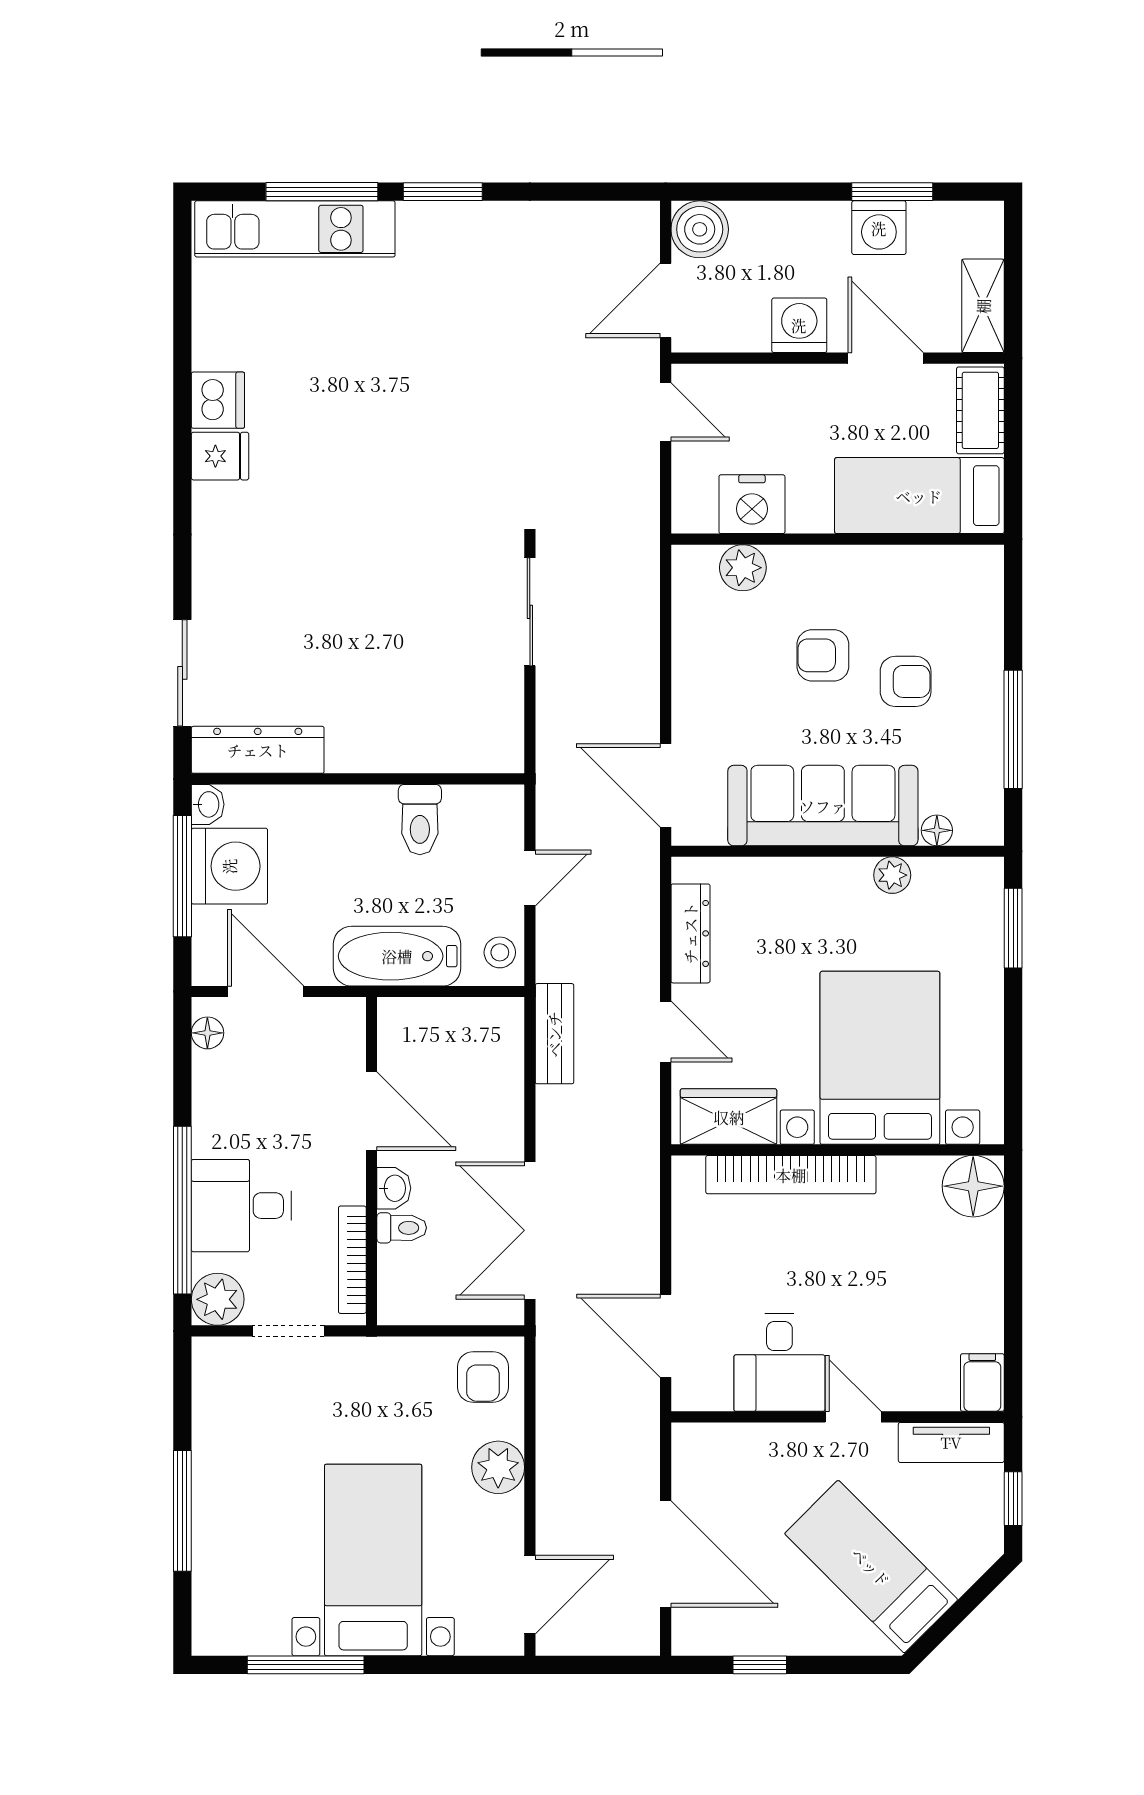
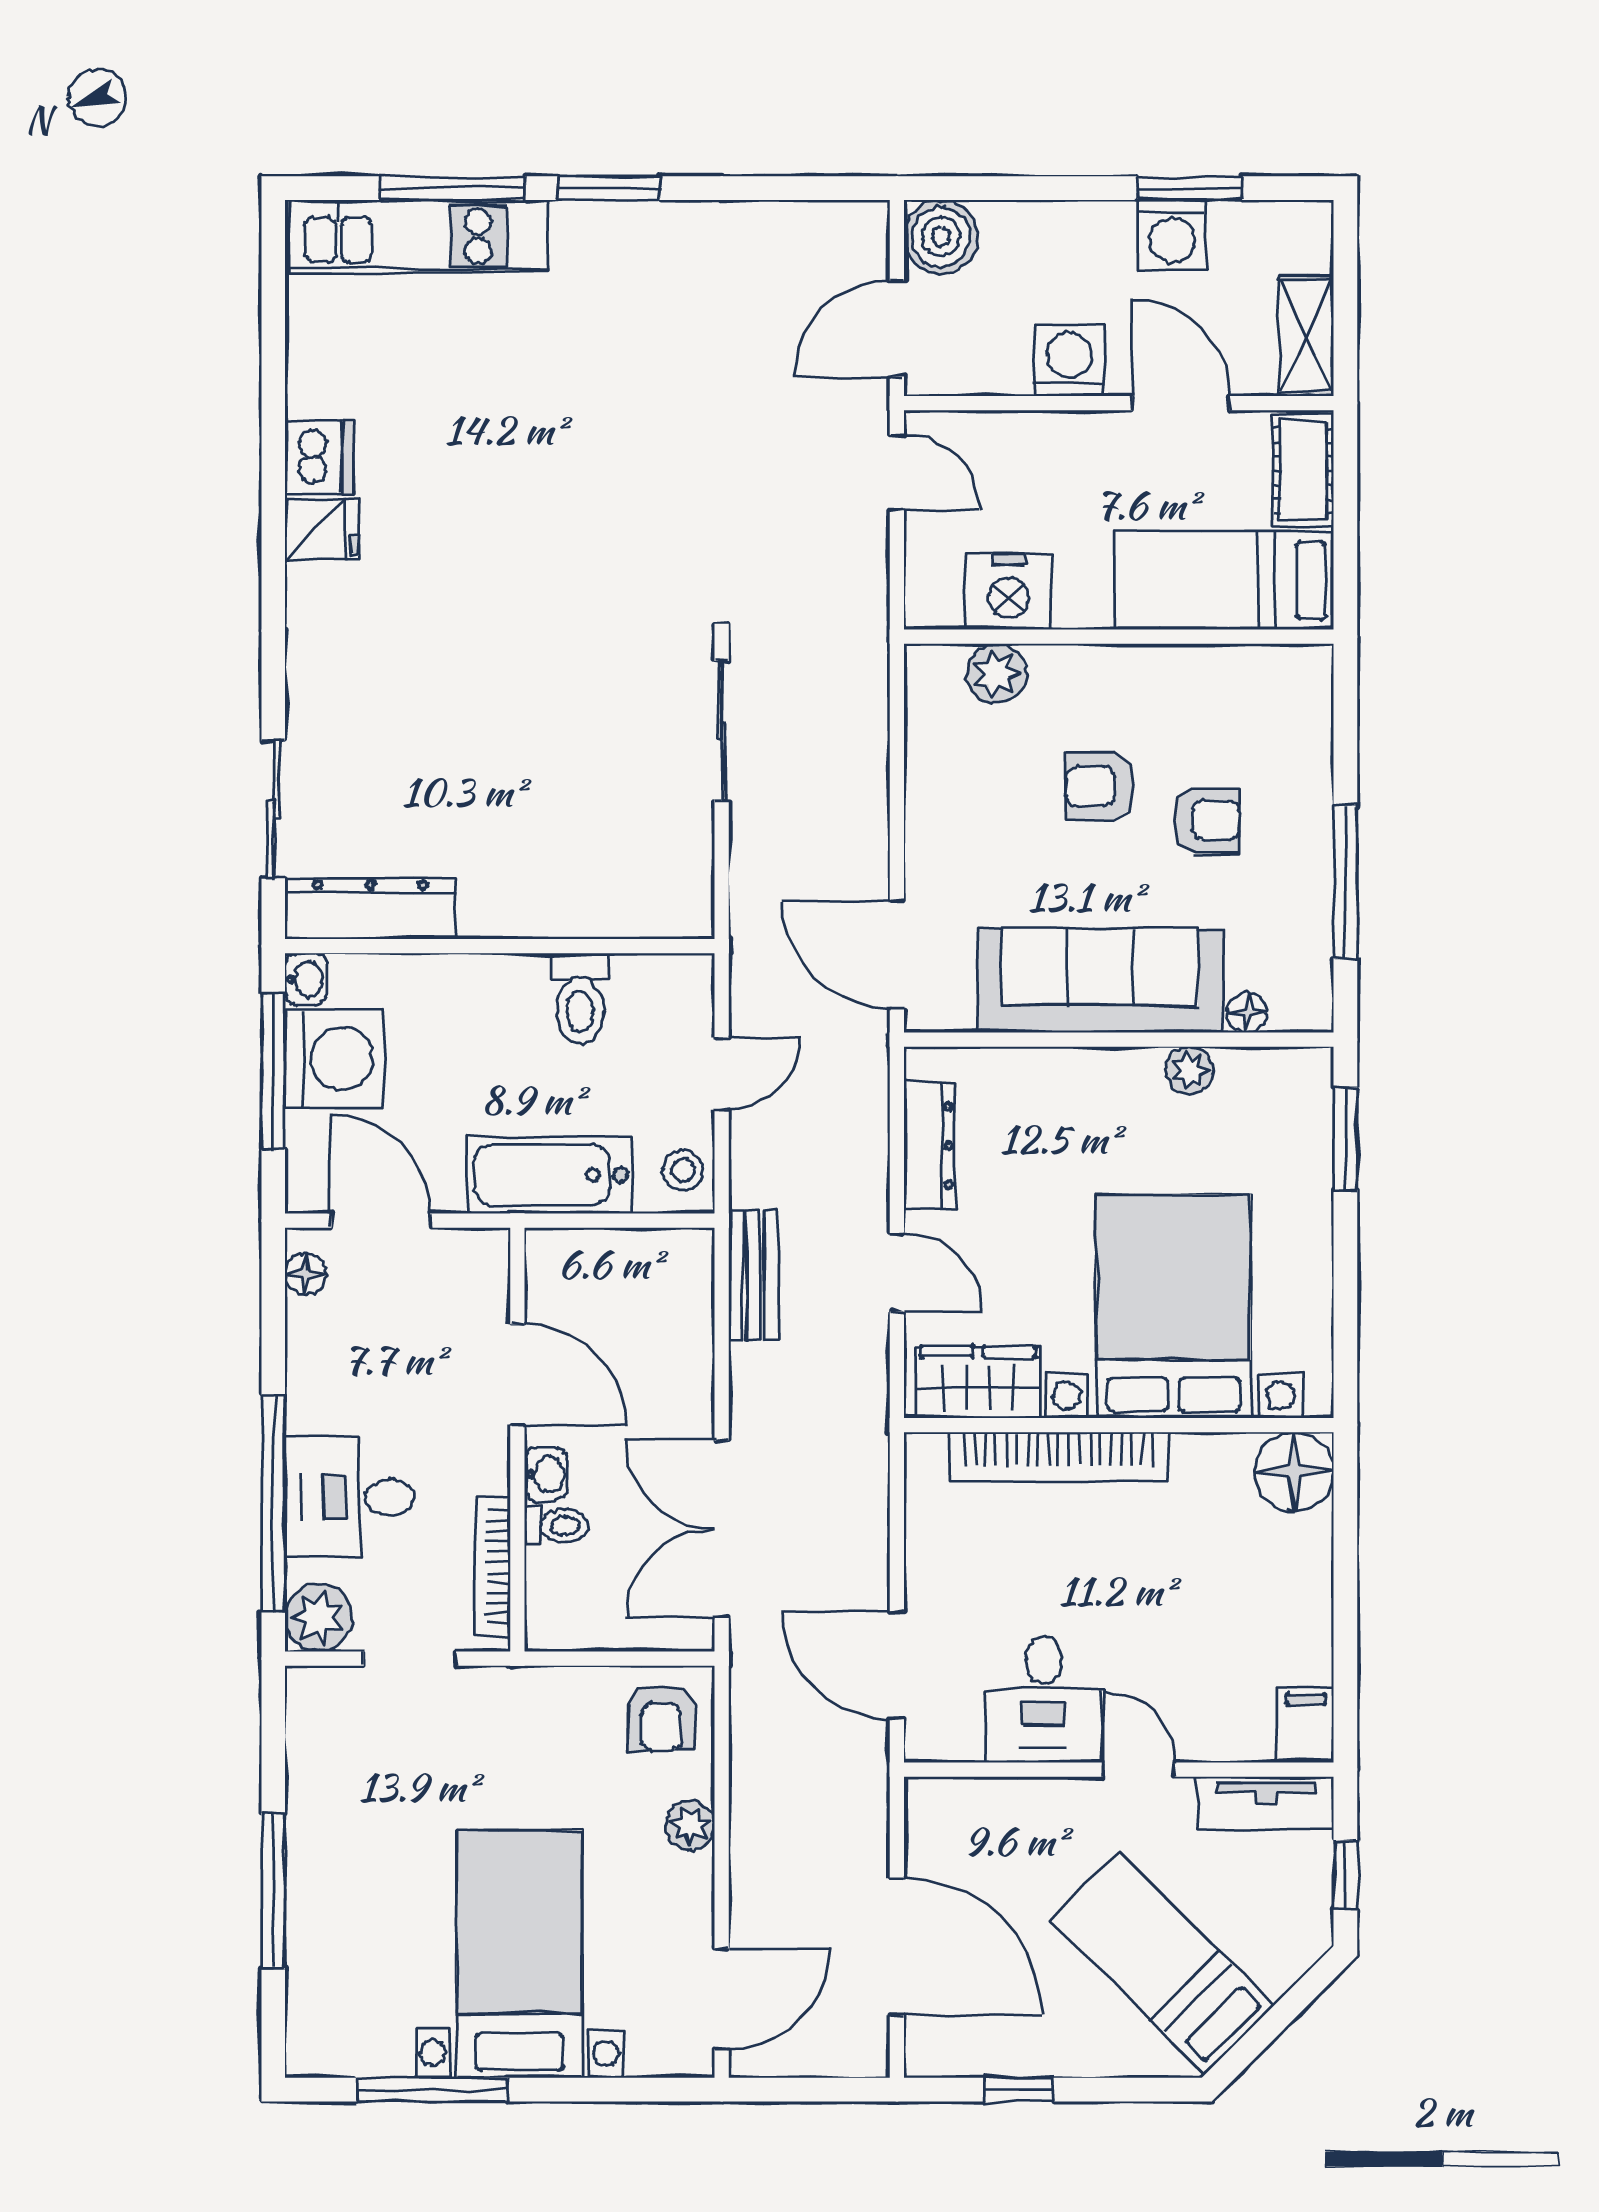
plant: (498, 1467) -> (690, 1825), width x0.73, depth x0.73

